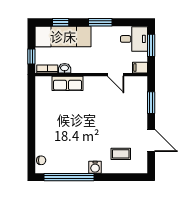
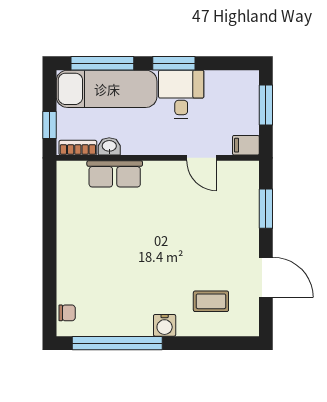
window: (61, 22) -> (102, 63), width x2.17
desk: (134, 39) -> (181, 94), moved, turned -90

